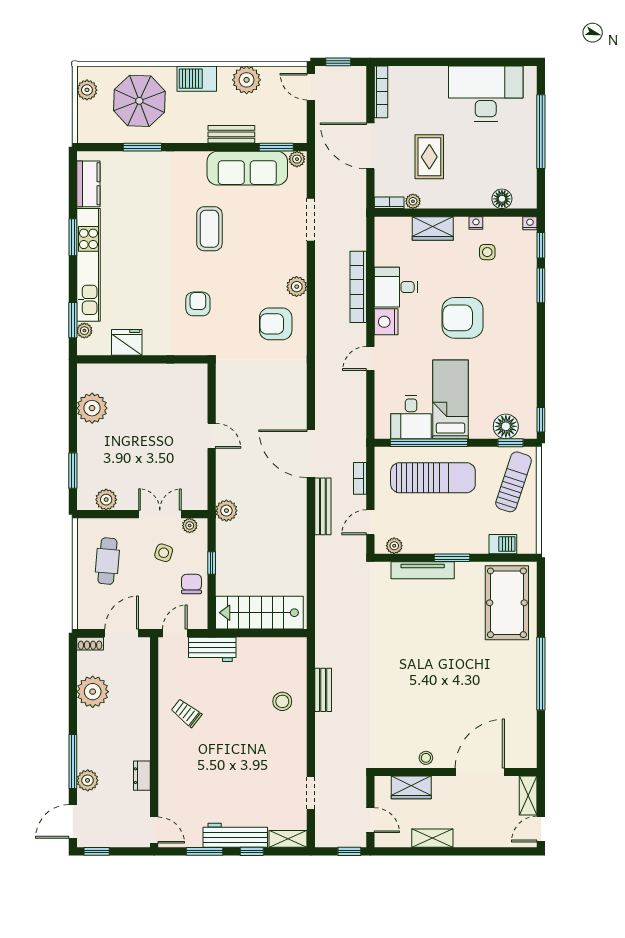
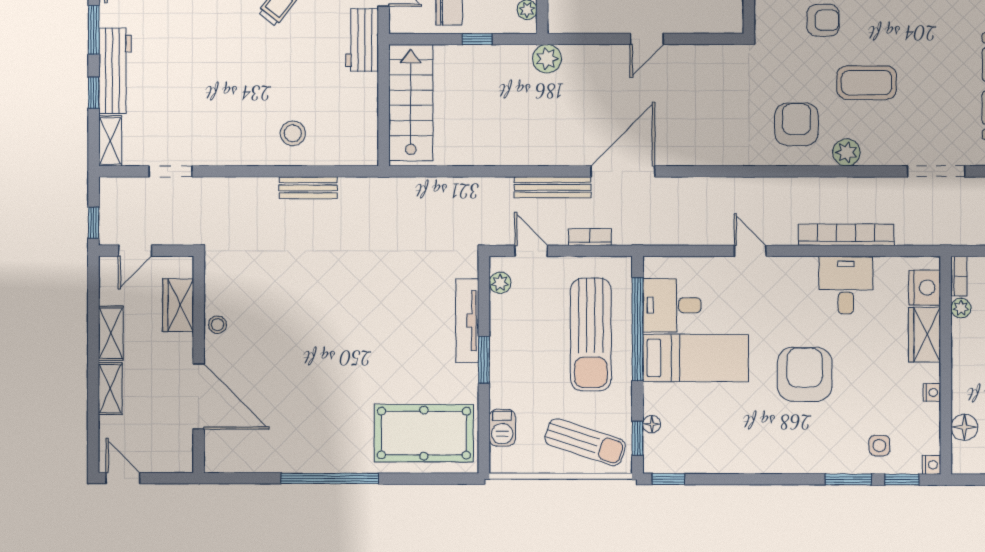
coffee table: (209, 229) -> (867, 83), moved
side table: (487, 252) -> (879, 445), moved
nightstand: (386, 322) -> (925, 288), moved, turned 90
floor lamp: (506, 426) -> (652, 424), width x0.53, depth x0.53
shelving: (528, 796) -> (110, 389), moved, turned 90

